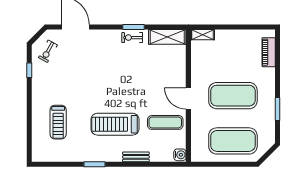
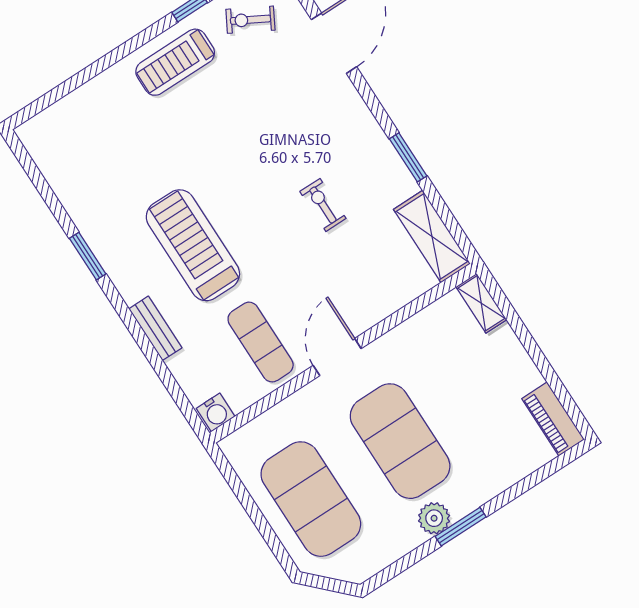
exercise bike: (132, 38) -> (323, 205), moved
piano: (269, 52) -> (553, 419), moved, turned -90
plant: (268, 101) -> (434, 518), added
window: (278, 109) -> (461, 527), moved
treadmill: (58, 122) -> (175, 62), moved

